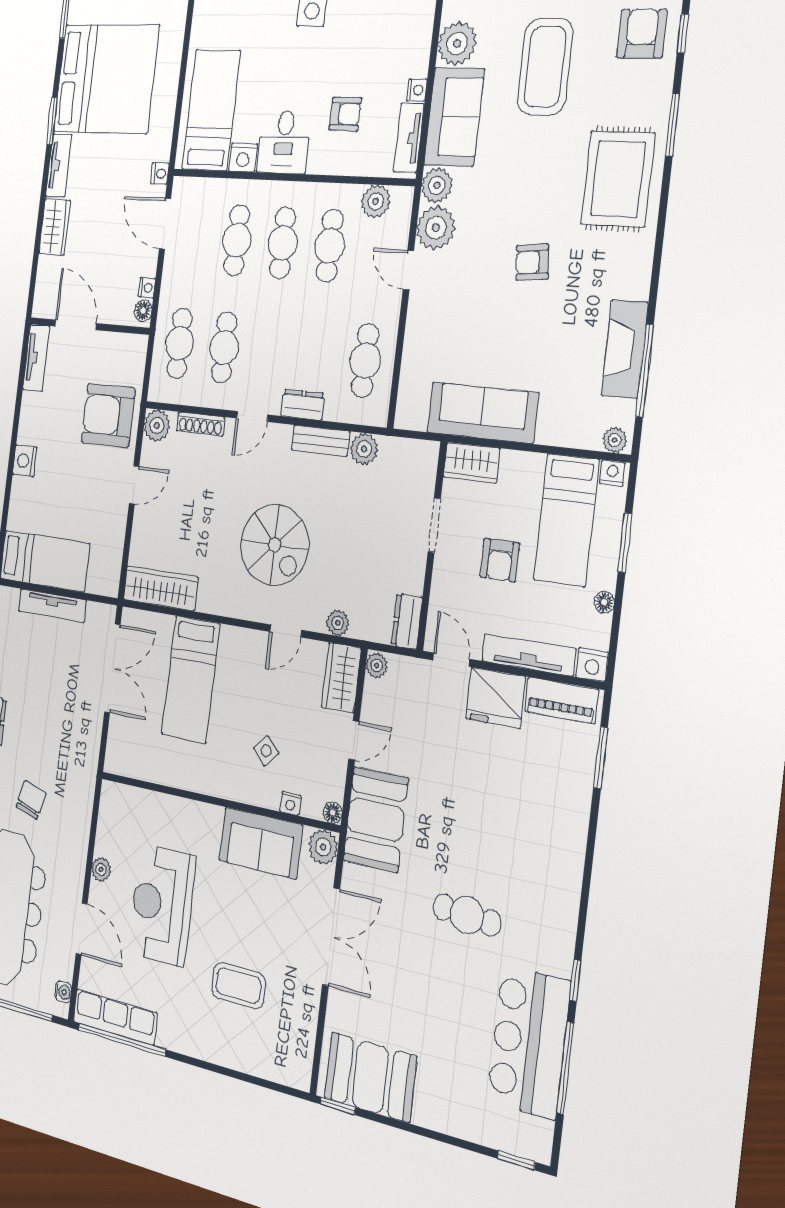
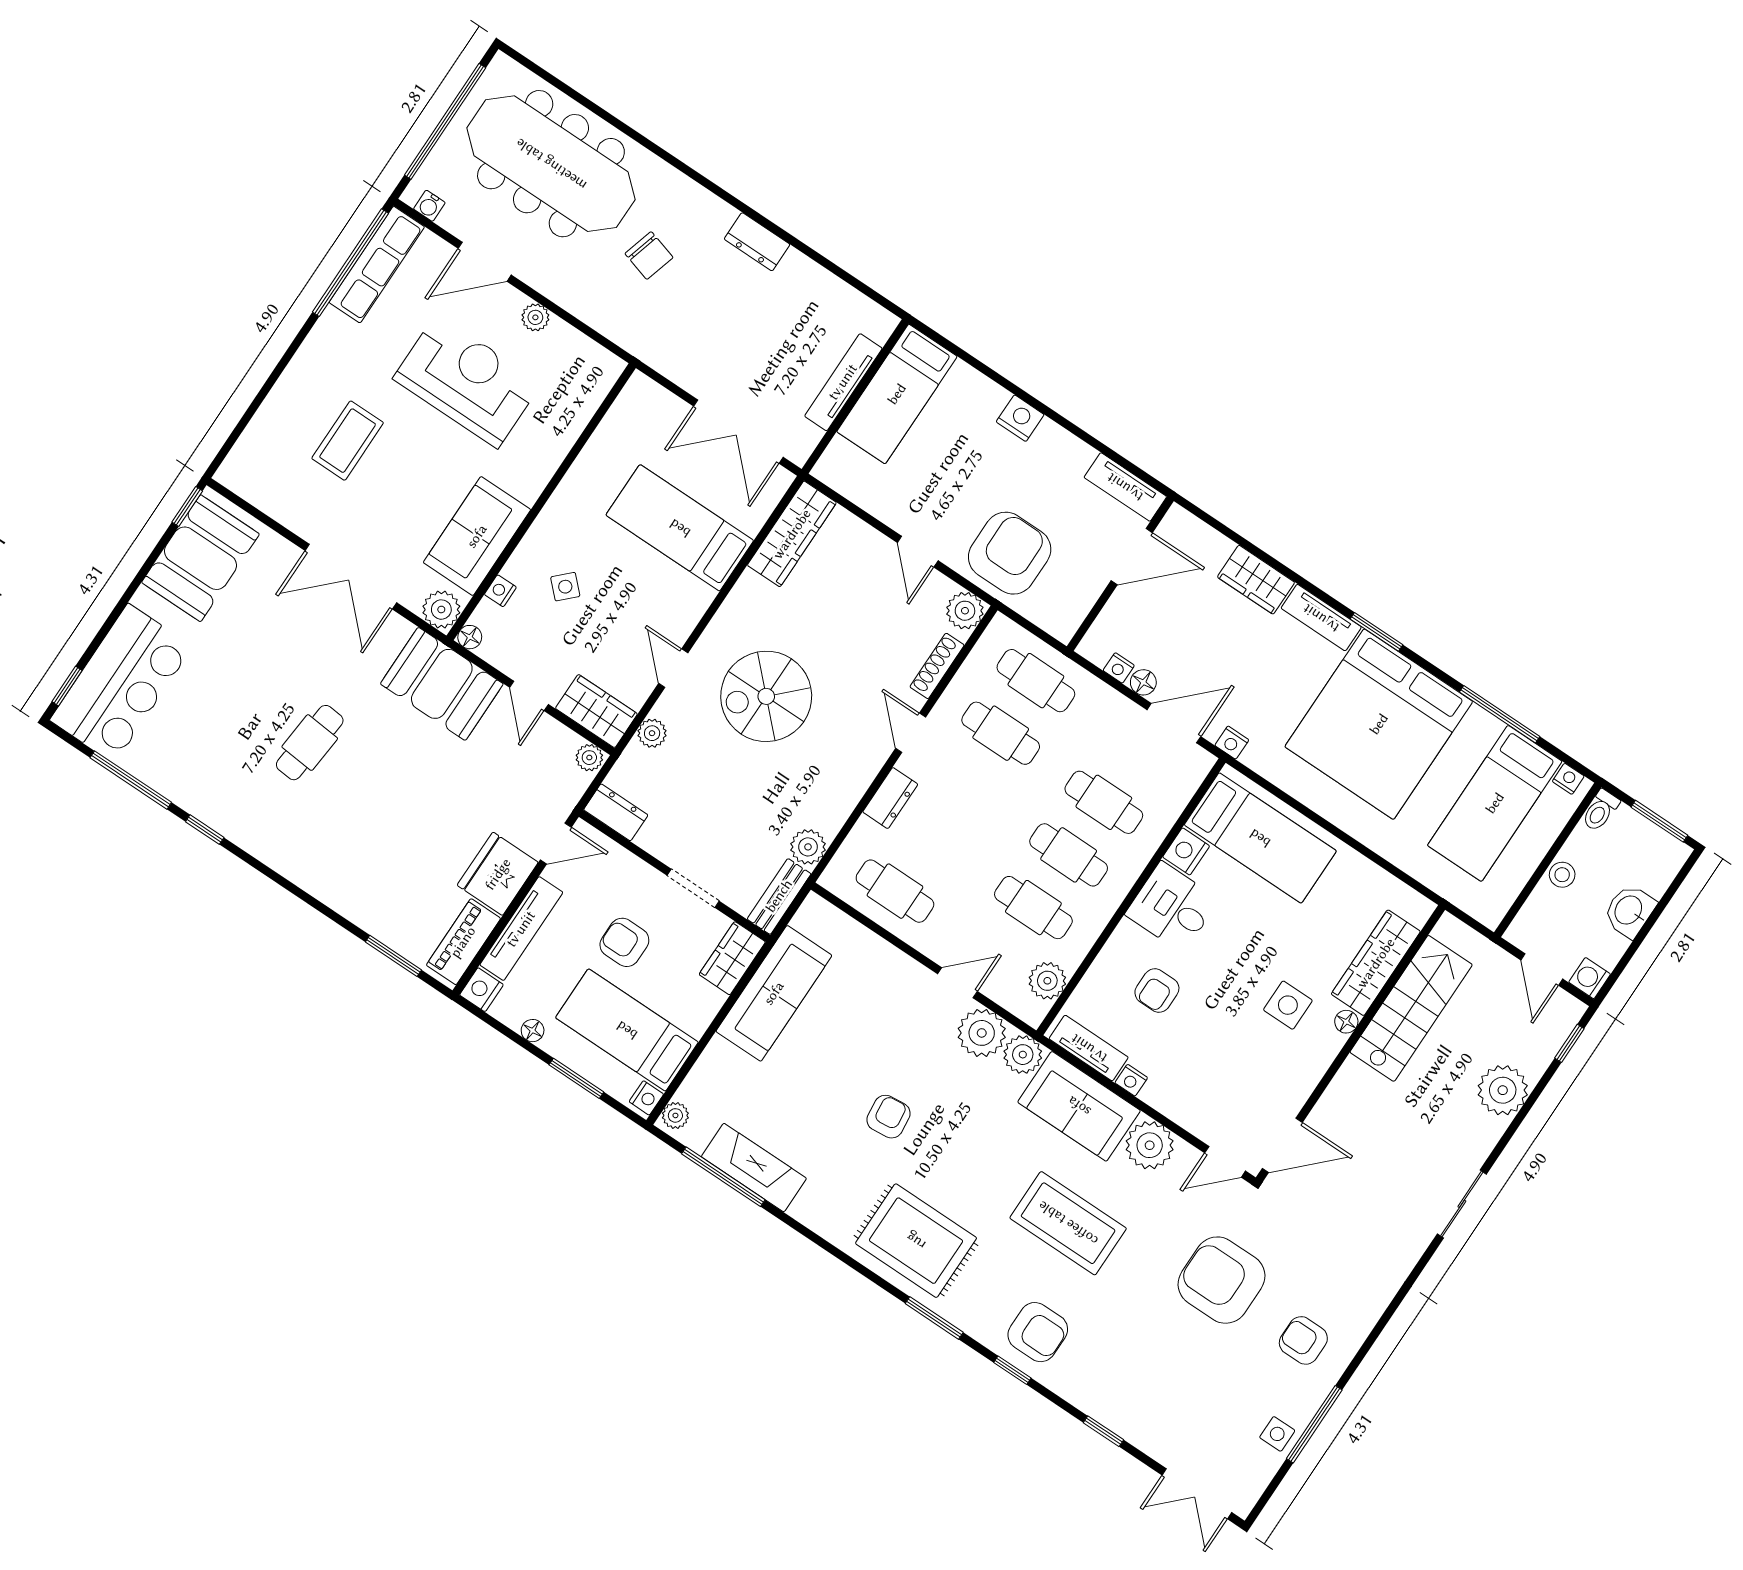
floor lamp: (143, 311) -> (1143, 682), moved
bench: (321, 441) -> (779, 896), moved
bar counter: (529, 1042) -> (121, 683), moved, turned 90

